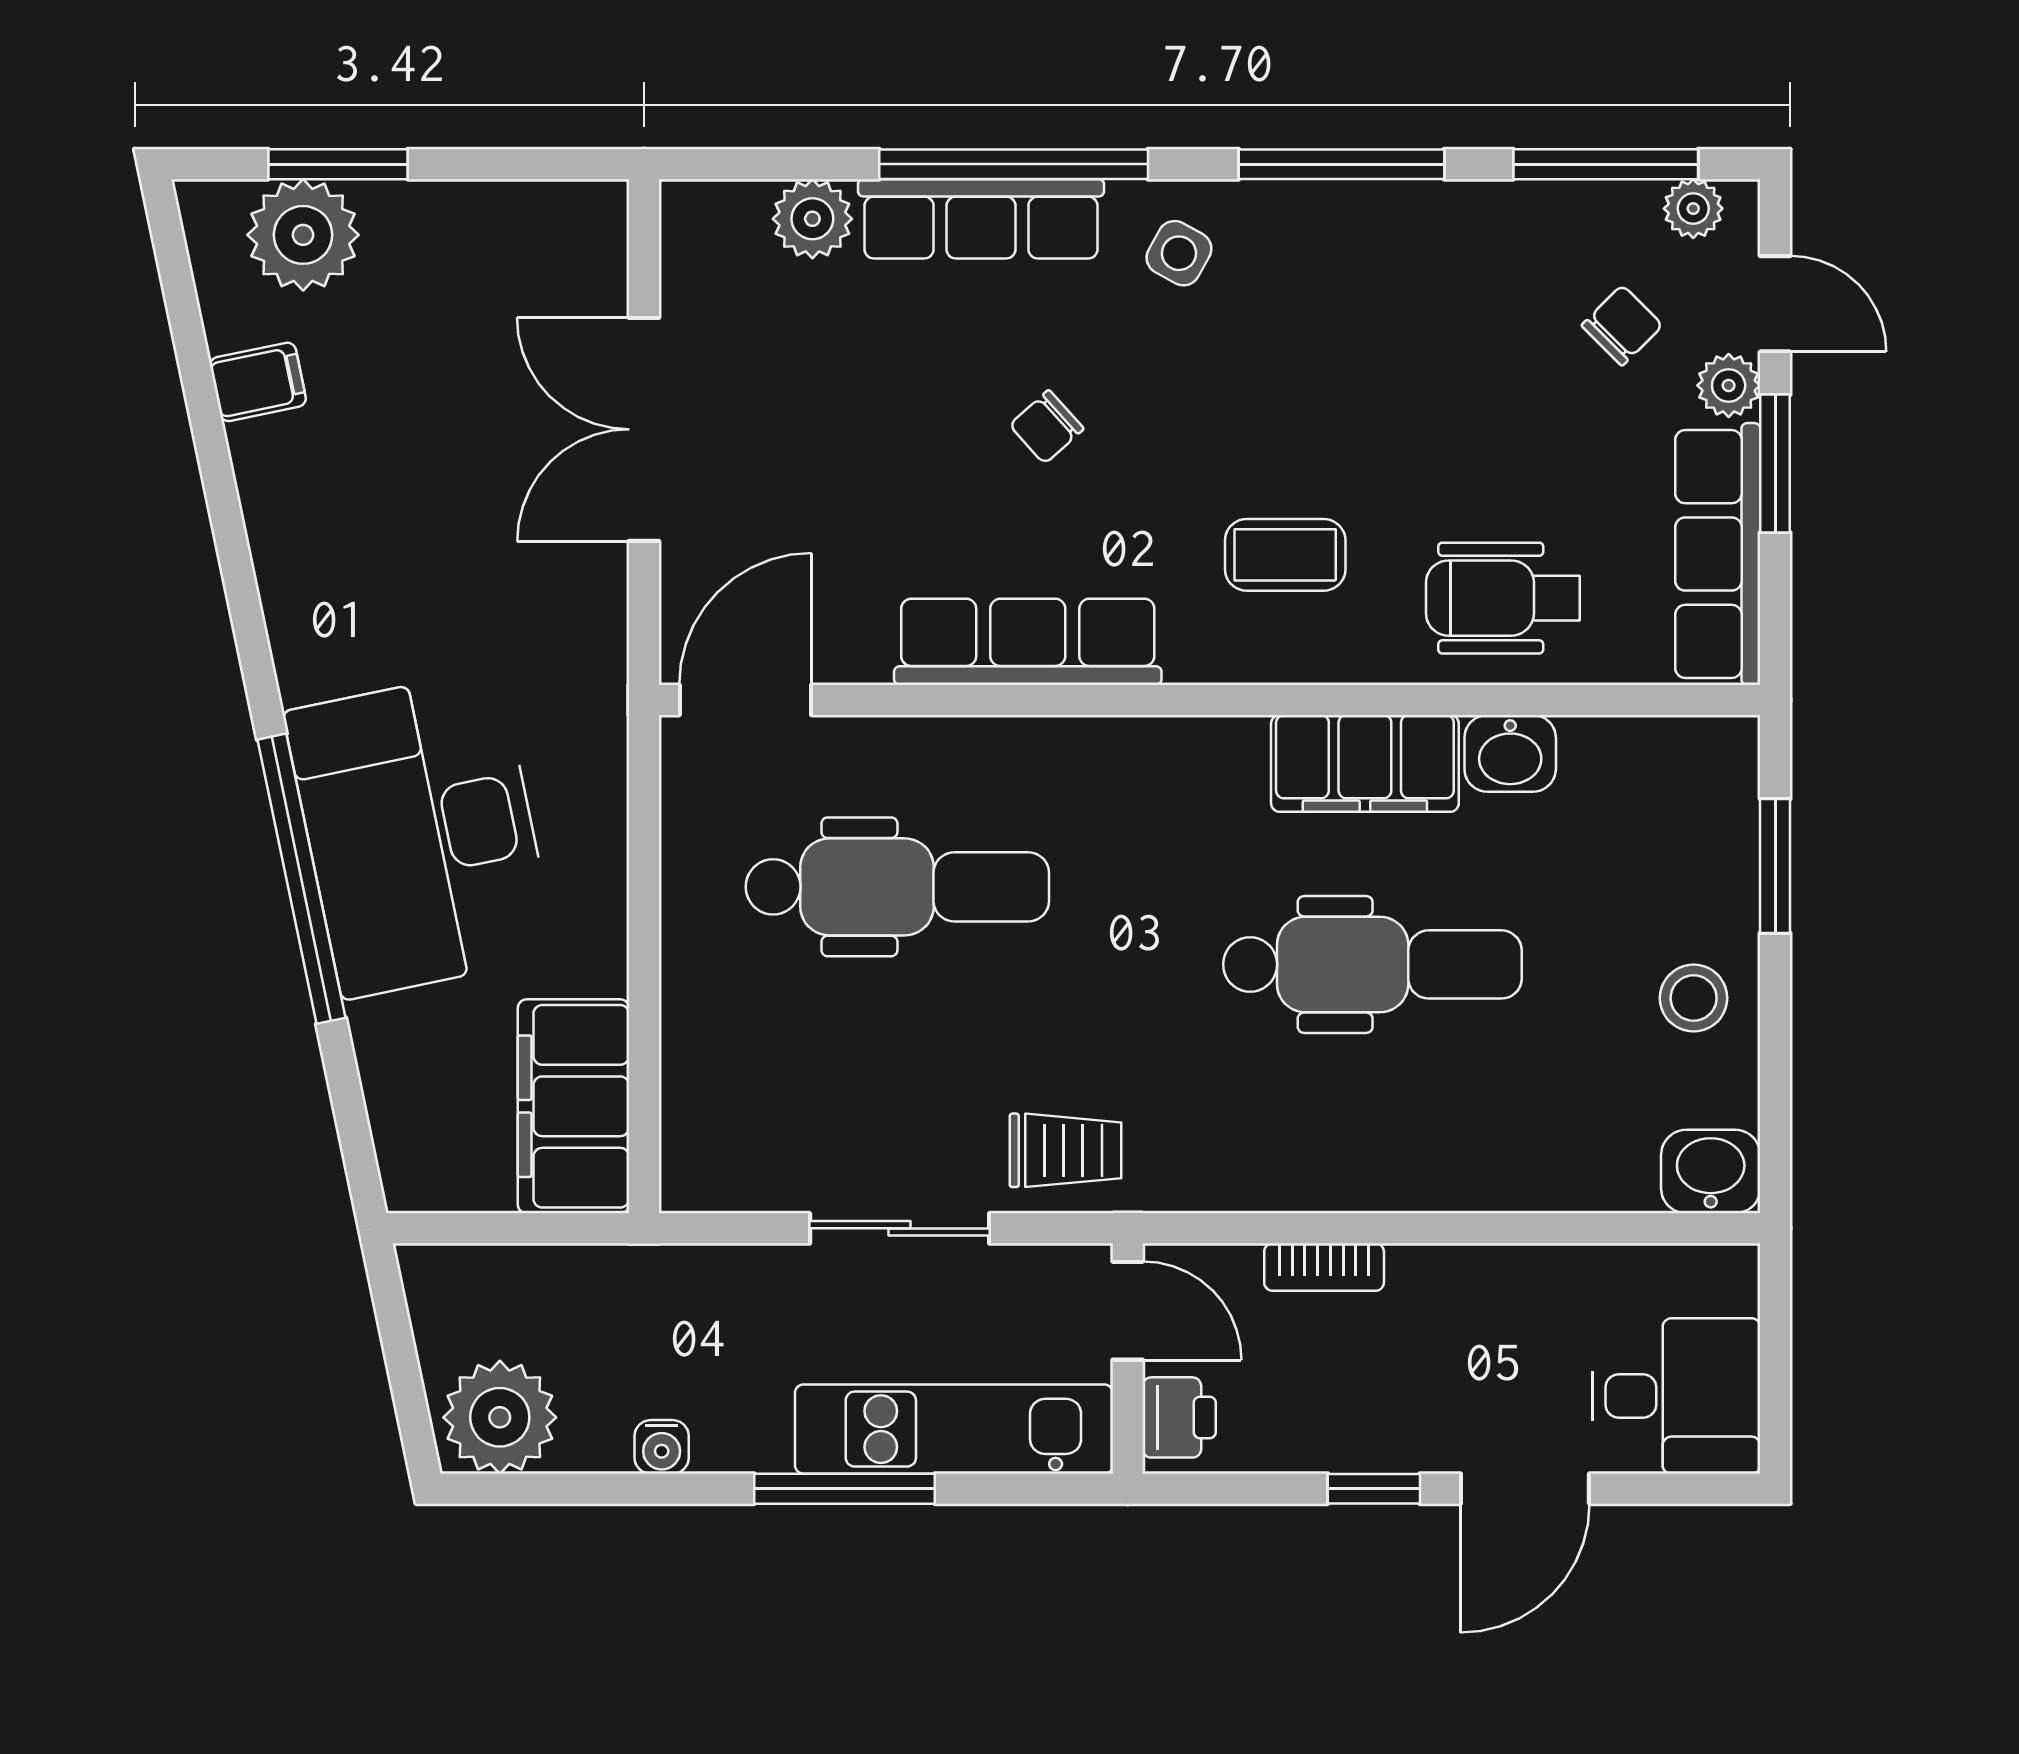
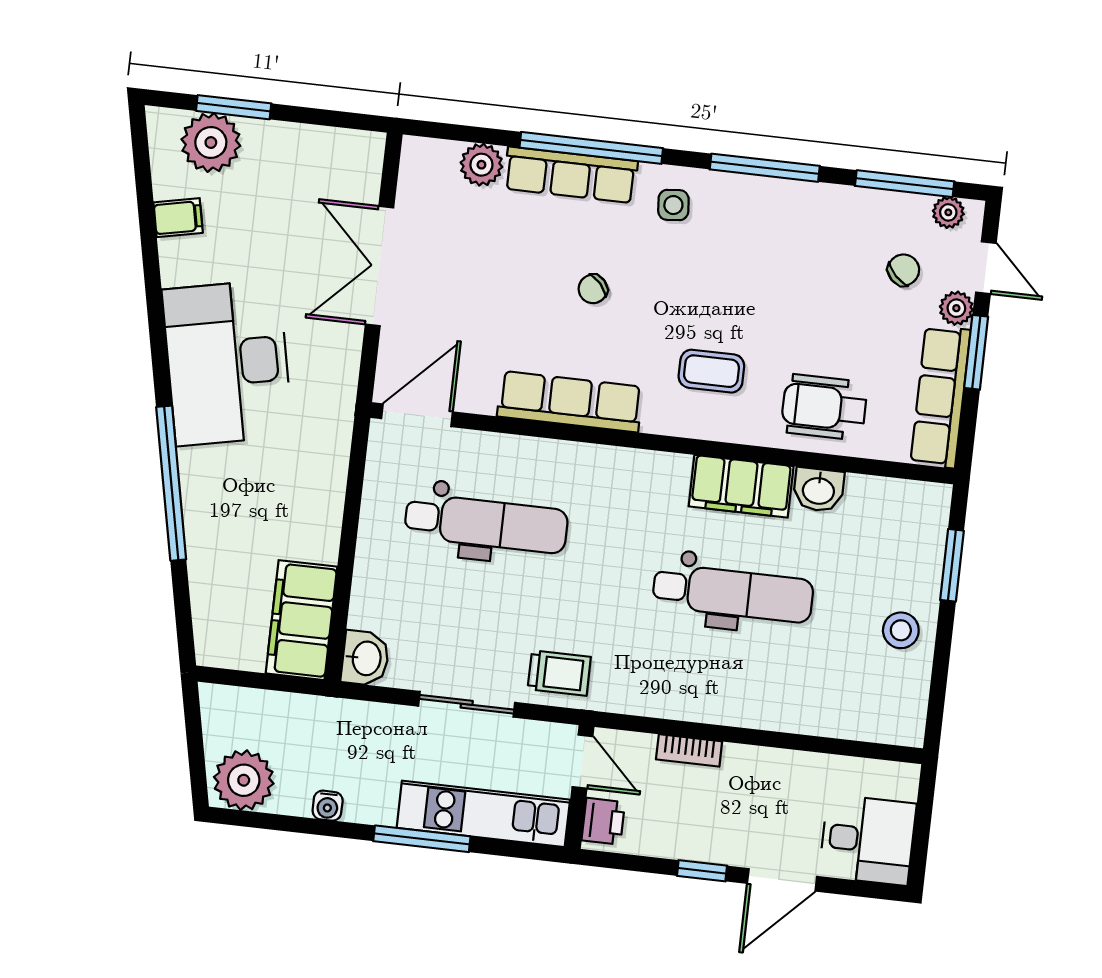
side table: (1179, 253) -> (673, 205), turned -34
desk: (420, 834) -> (227, 363), moved
washbasin: (1711, 1172) -> (365, 658), moved, turned 90

